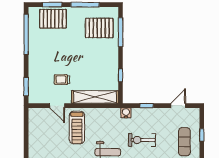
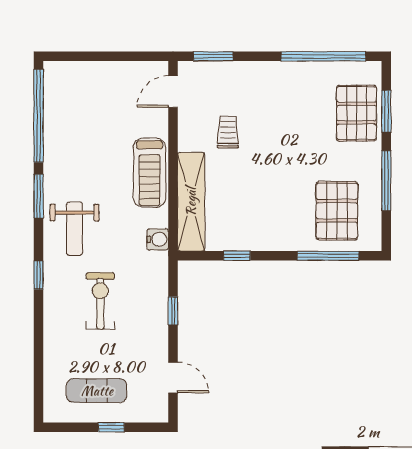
door: (57, 106) -> (173, 92), moved
water cooler: (126, 113) -> (158, 239), moved
treadmill: (77, 128) -> (149, 173), moved, turned -90

